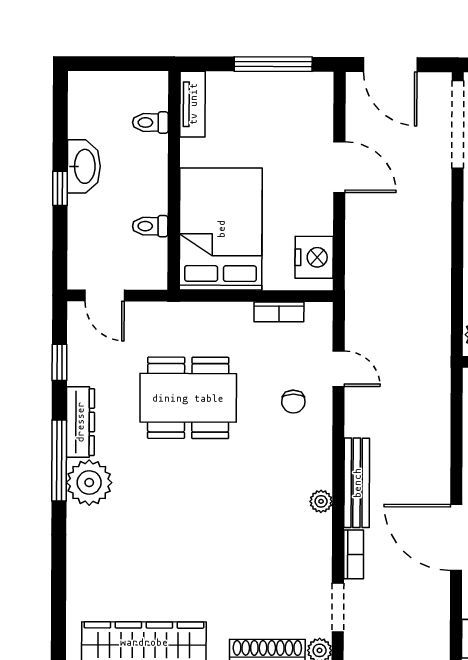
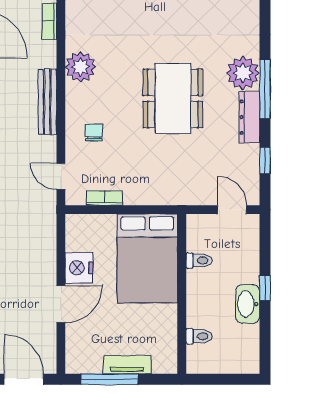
tv unit: (193, 104) -> (127, 365), moved, turned 90
door: (339, 167) -> (61, 304), swing flipped
nightstand: (314, 257) -> (79, 268), moved
door: (339, 369) -> (61, 176), moved
dining table: (188, 398) -> (173, 98), moved, turned 90
bench: (357, 483) -> (47, 102), moved
plant: (321, 501) -> (81, 67), width x1.88, depth x1.88

